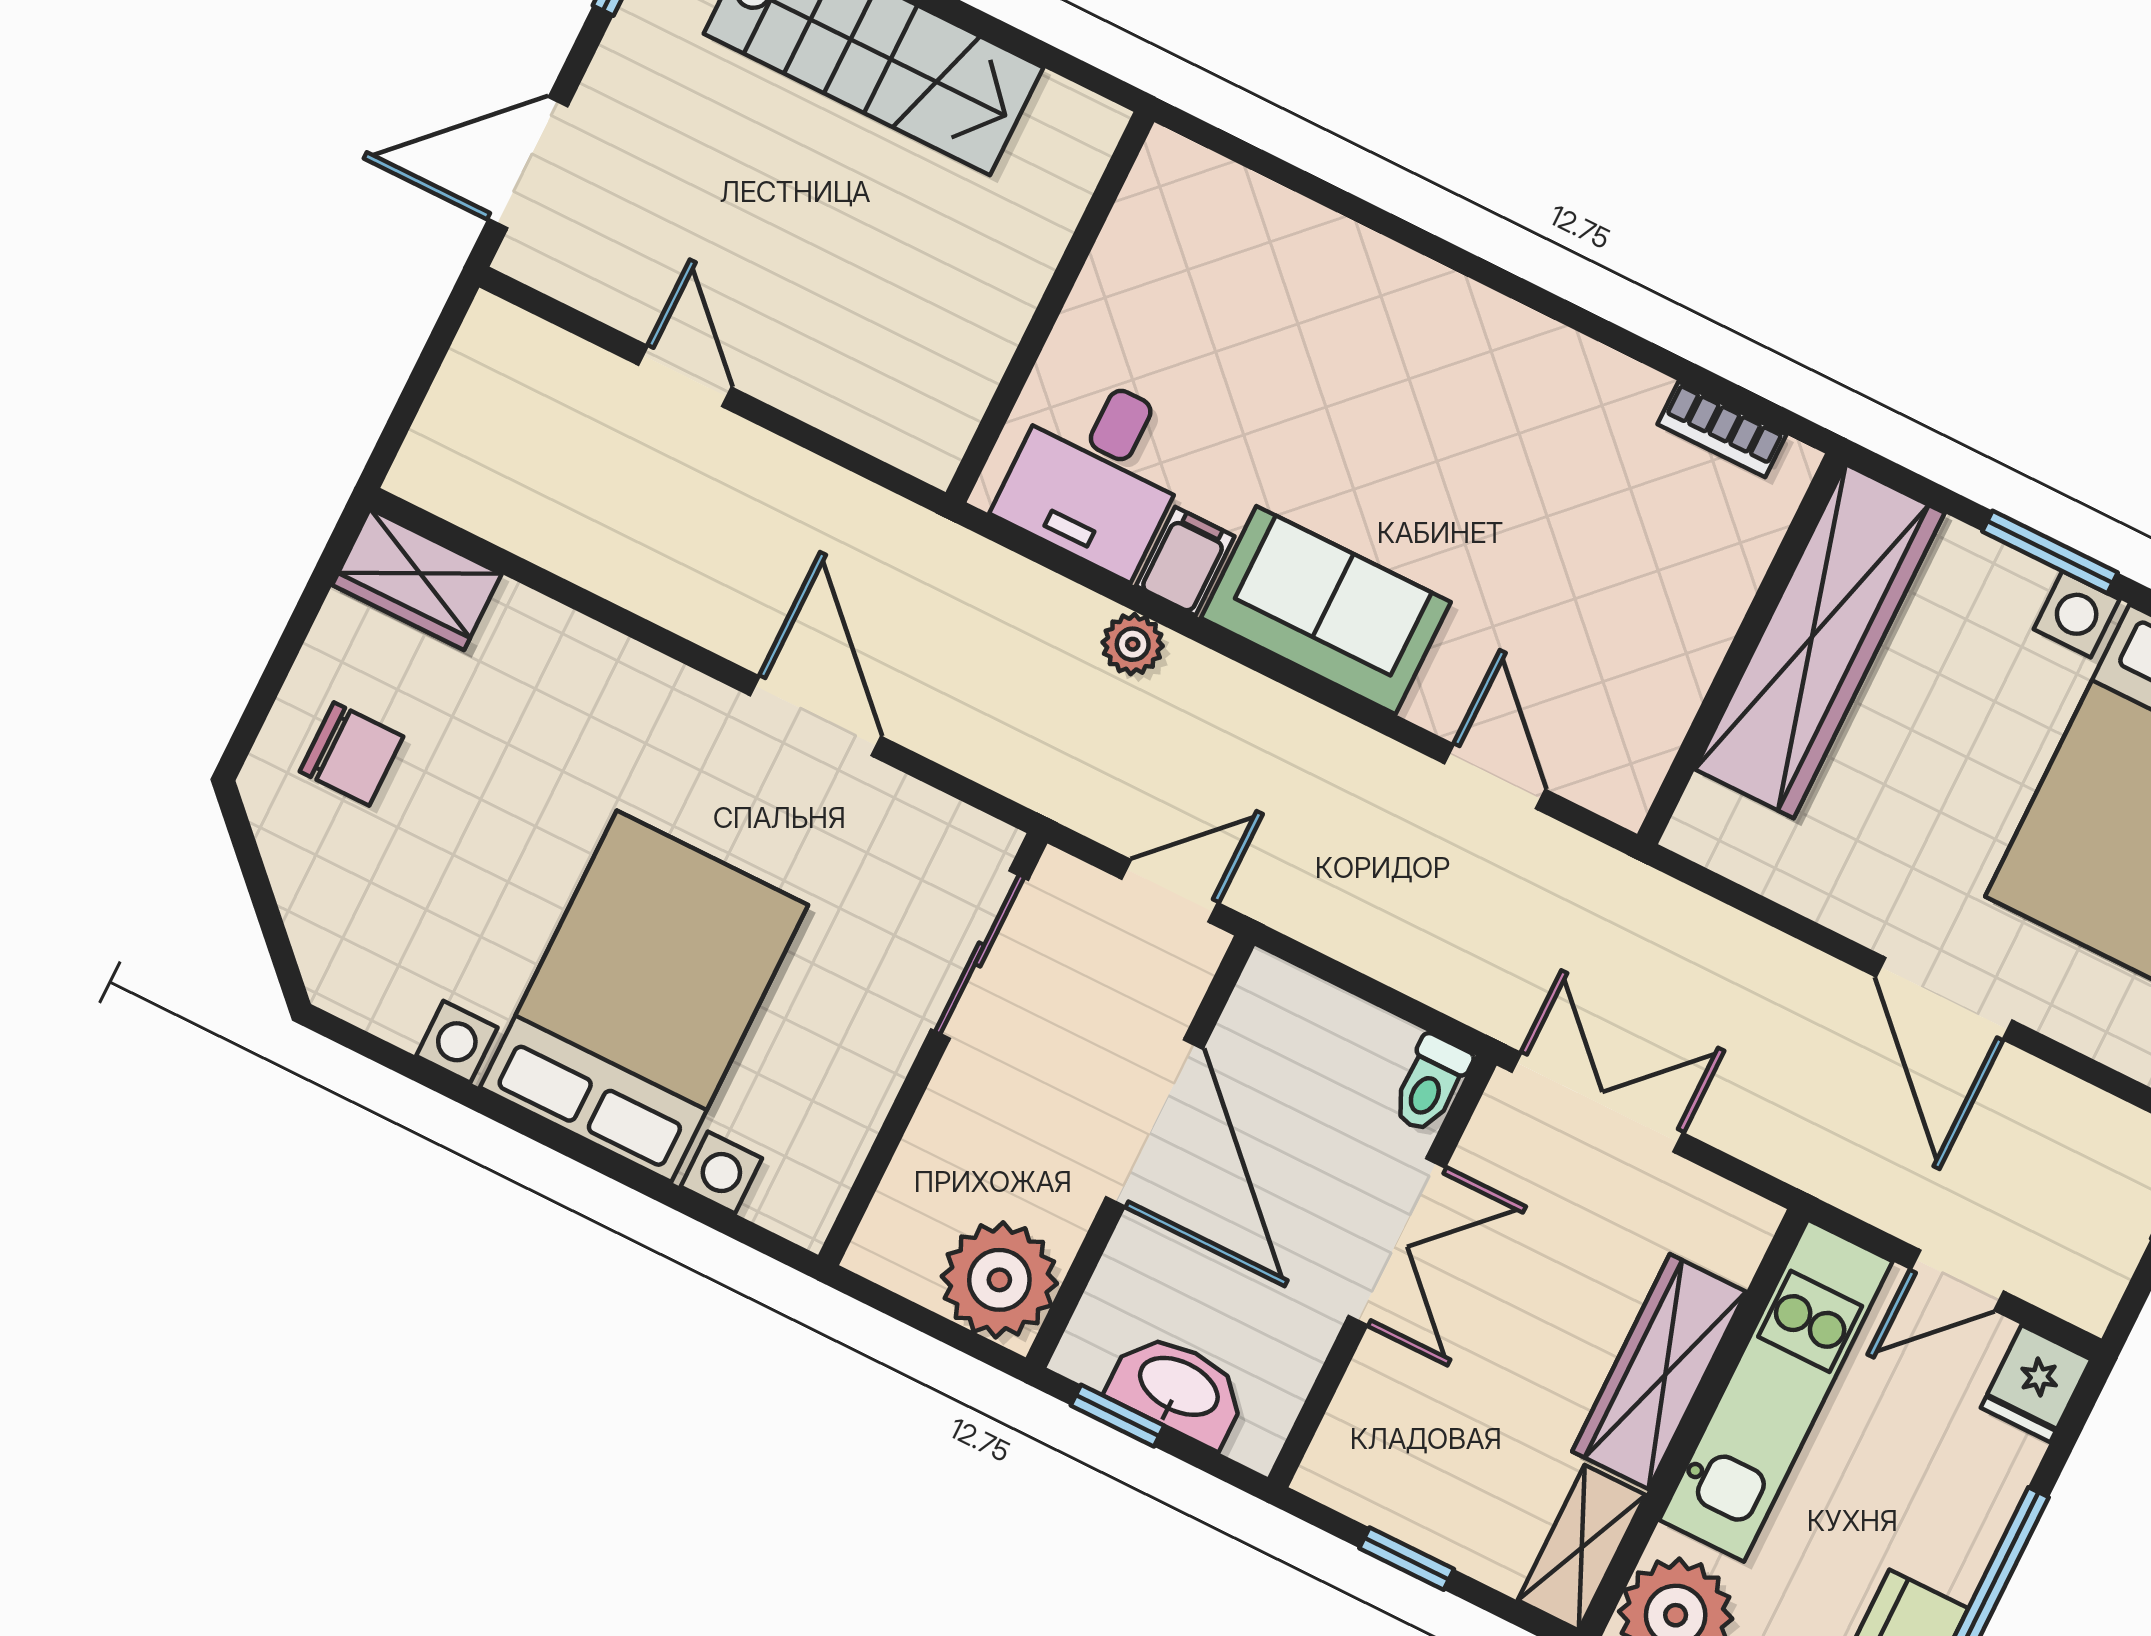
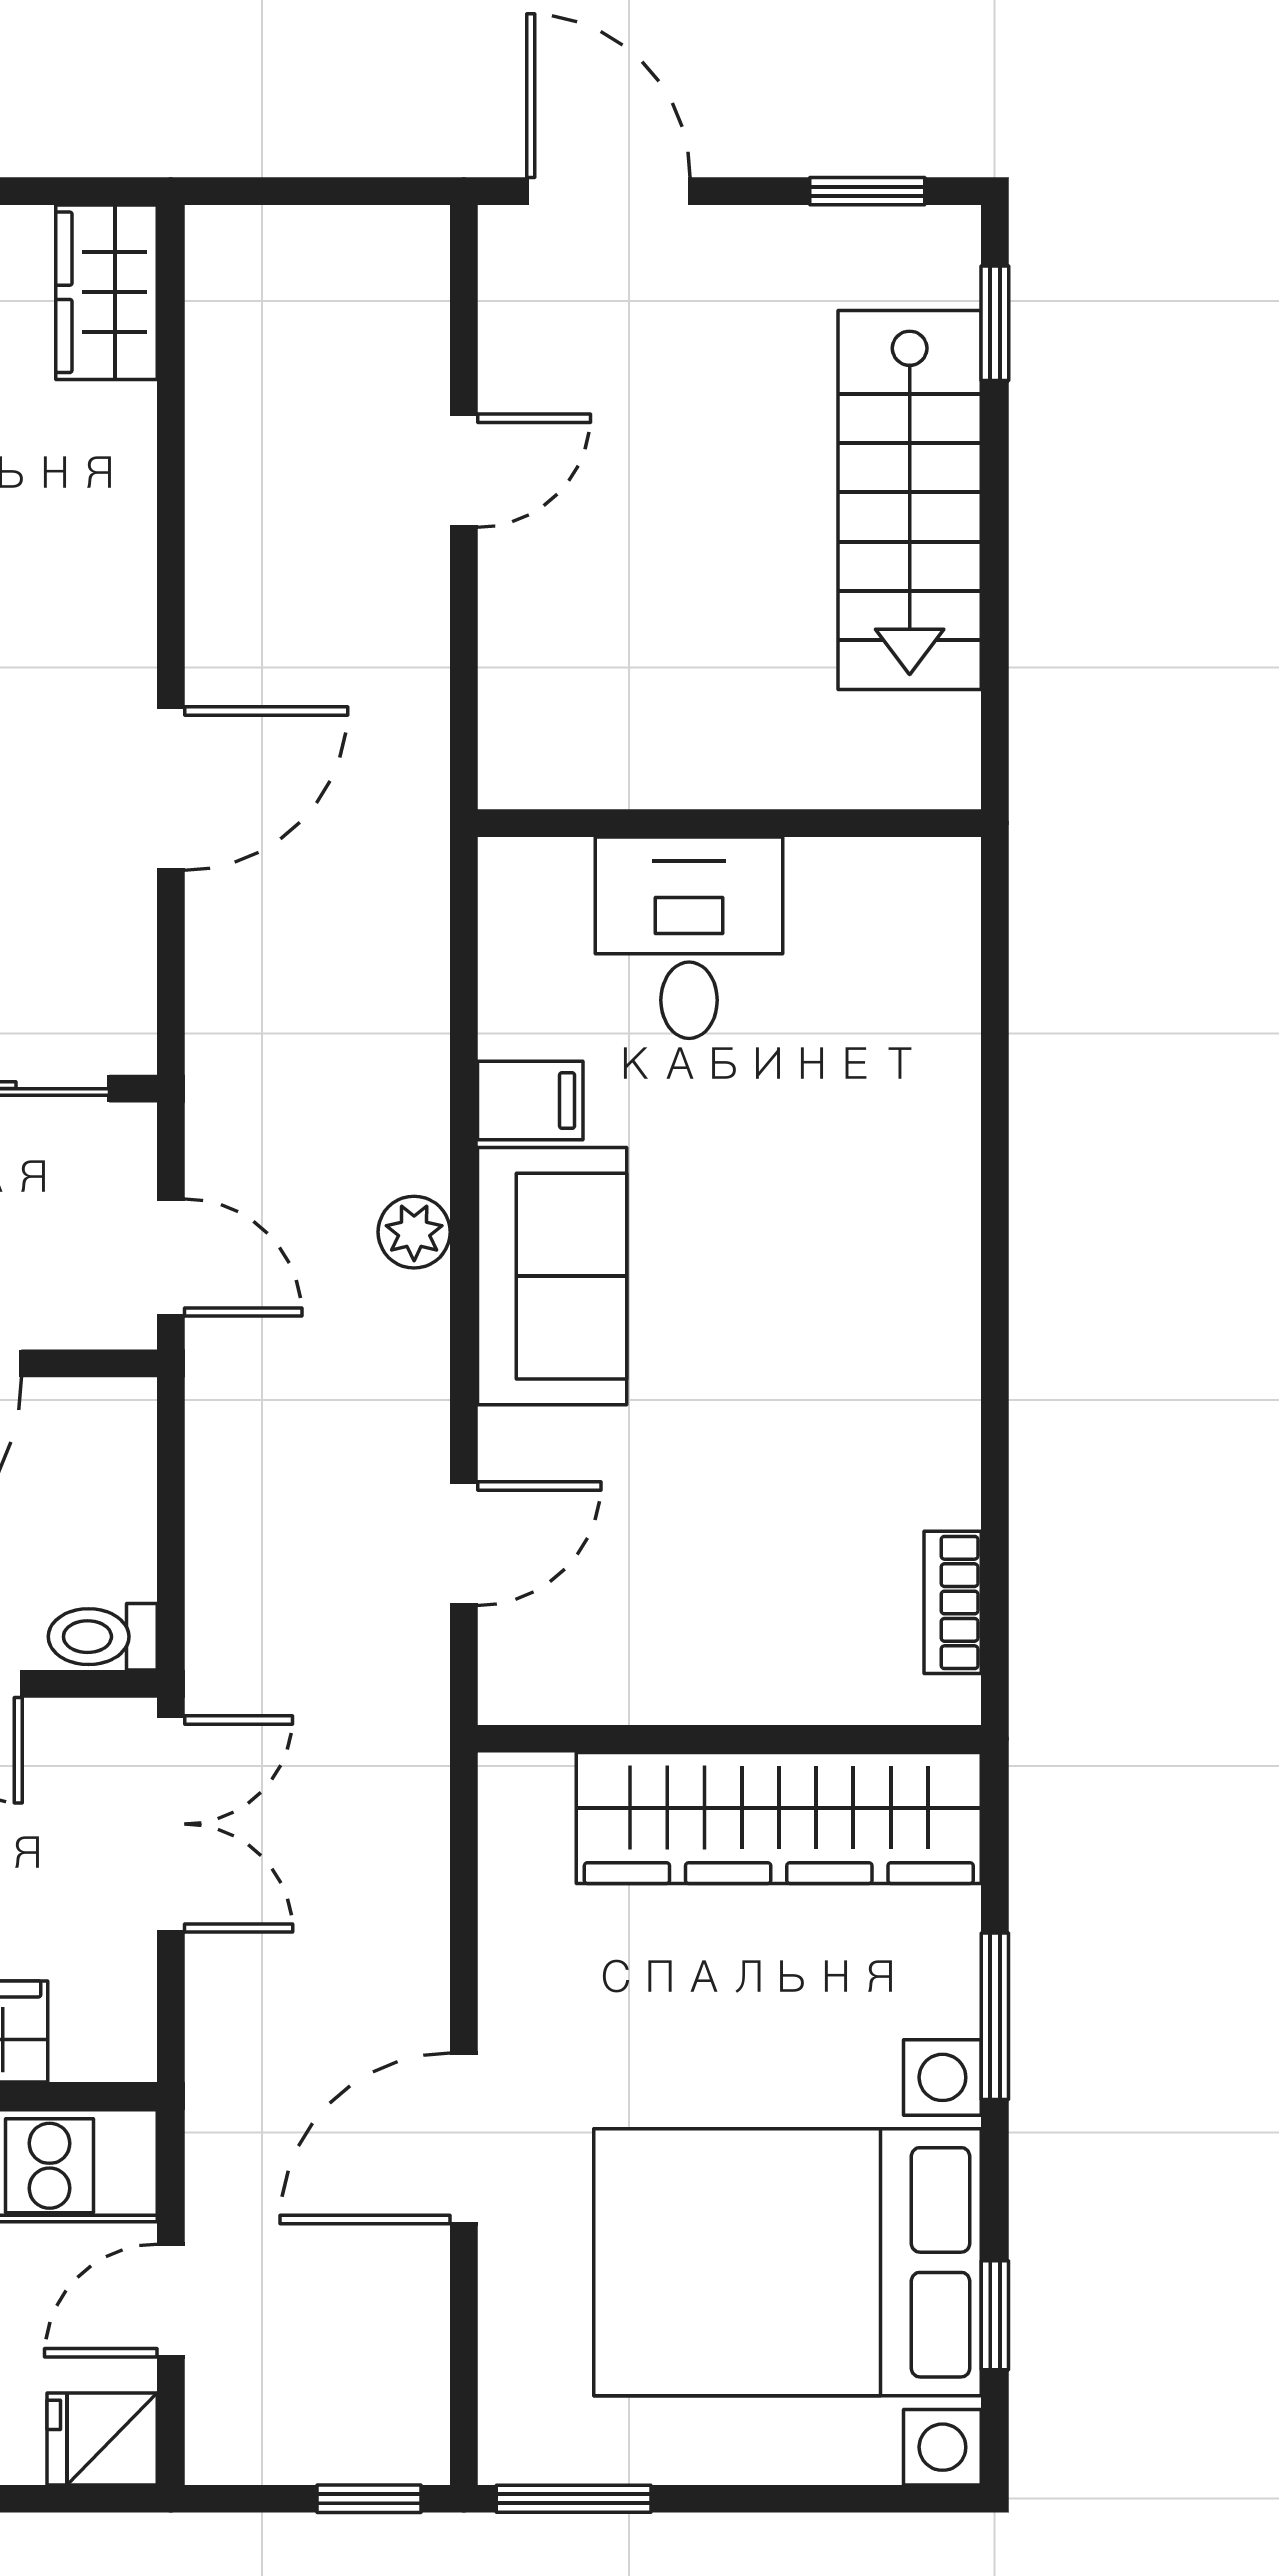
desk: (1097, 472) -> (689, 938), moved, turned 90
plant: (1133, 644) -> (414, 1232), moved
door: (1957, 1280) -> (171, 2301), hinge flipped

